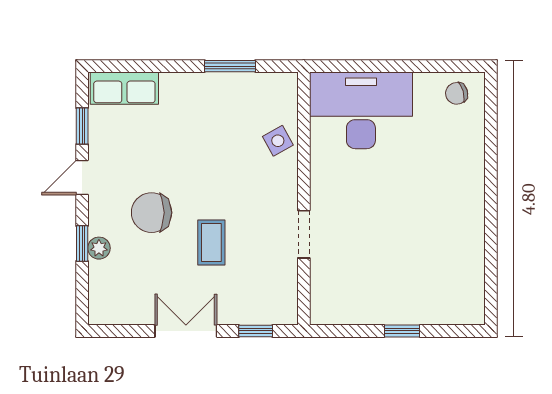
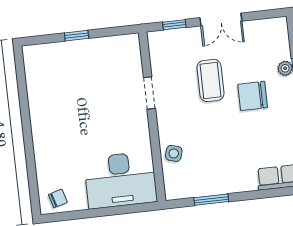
side table: (278, 141) -> (174, 153), turned 45
chair: (152, 213) -> (253, 96), turned 180
coffee table: (211, 243) -> (210, 80), width x1.36, depth x1.30

